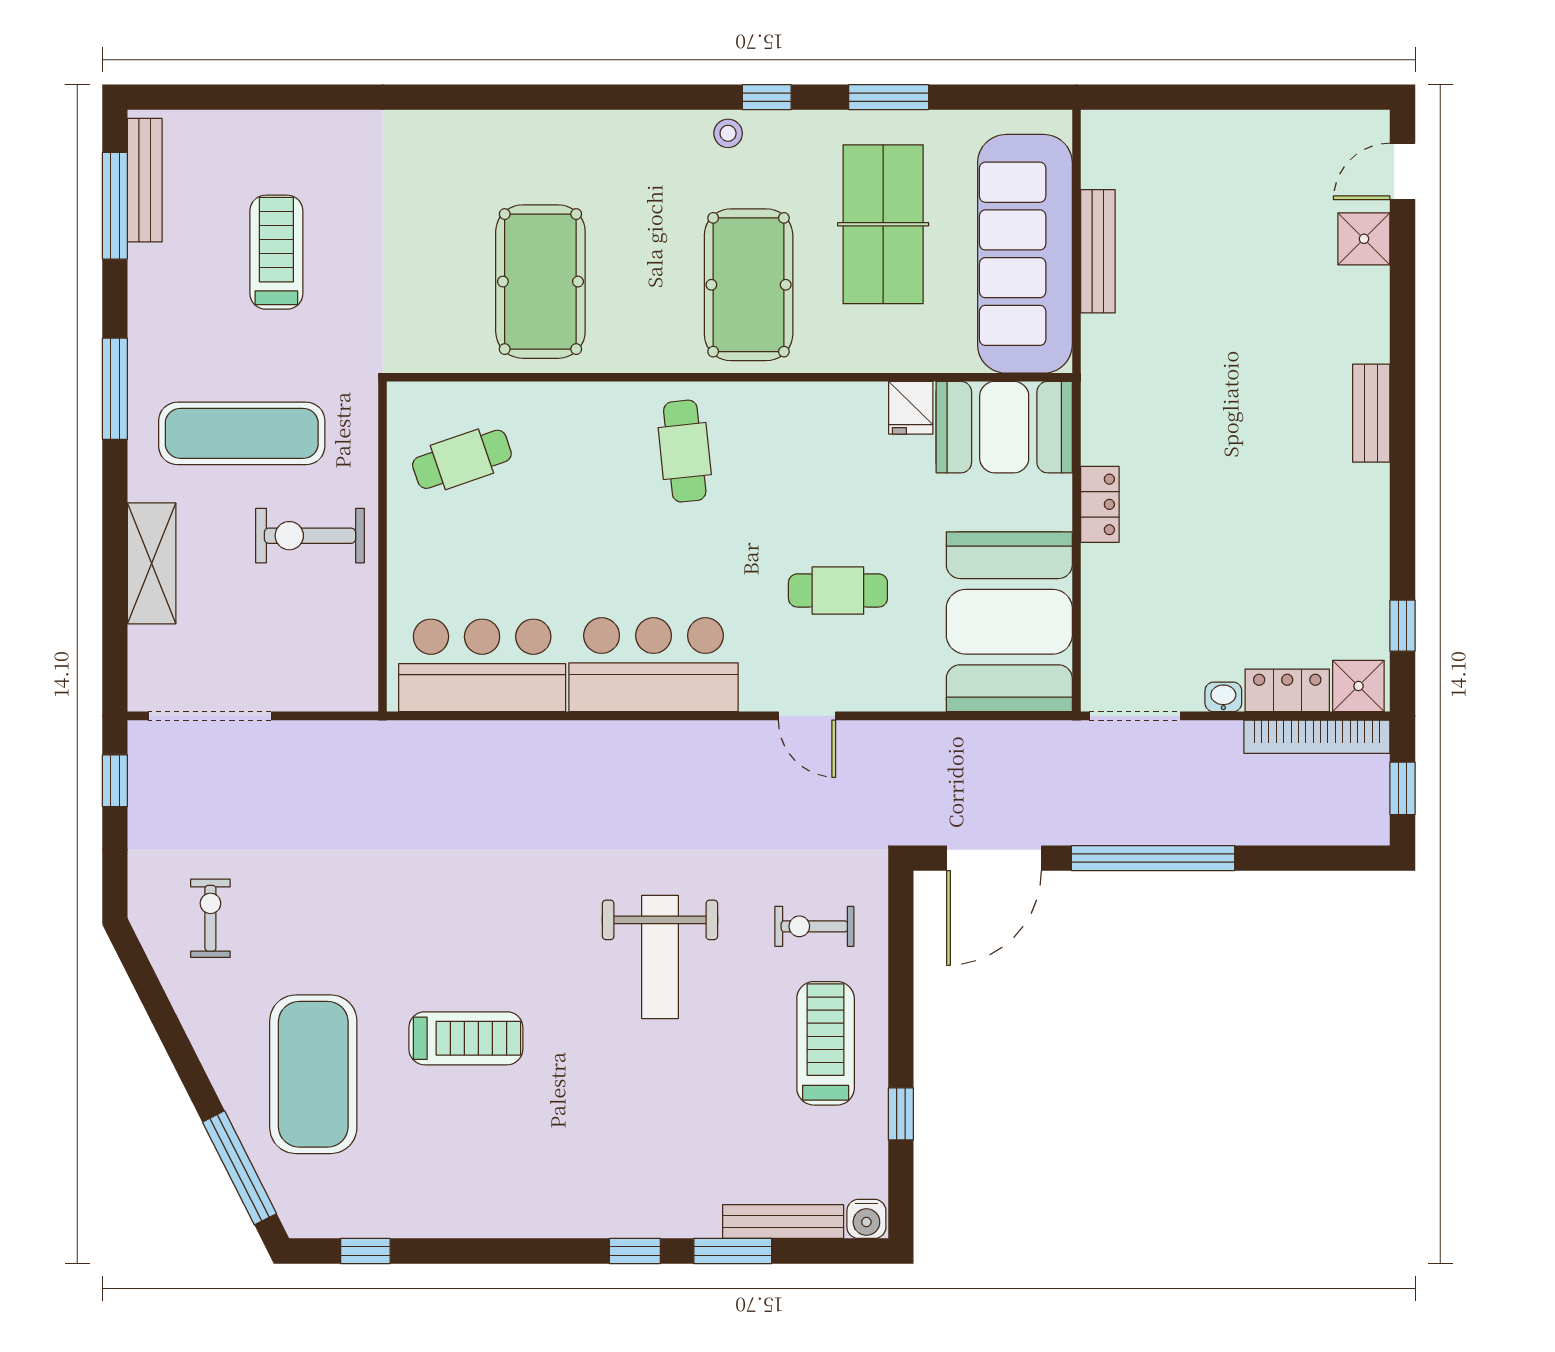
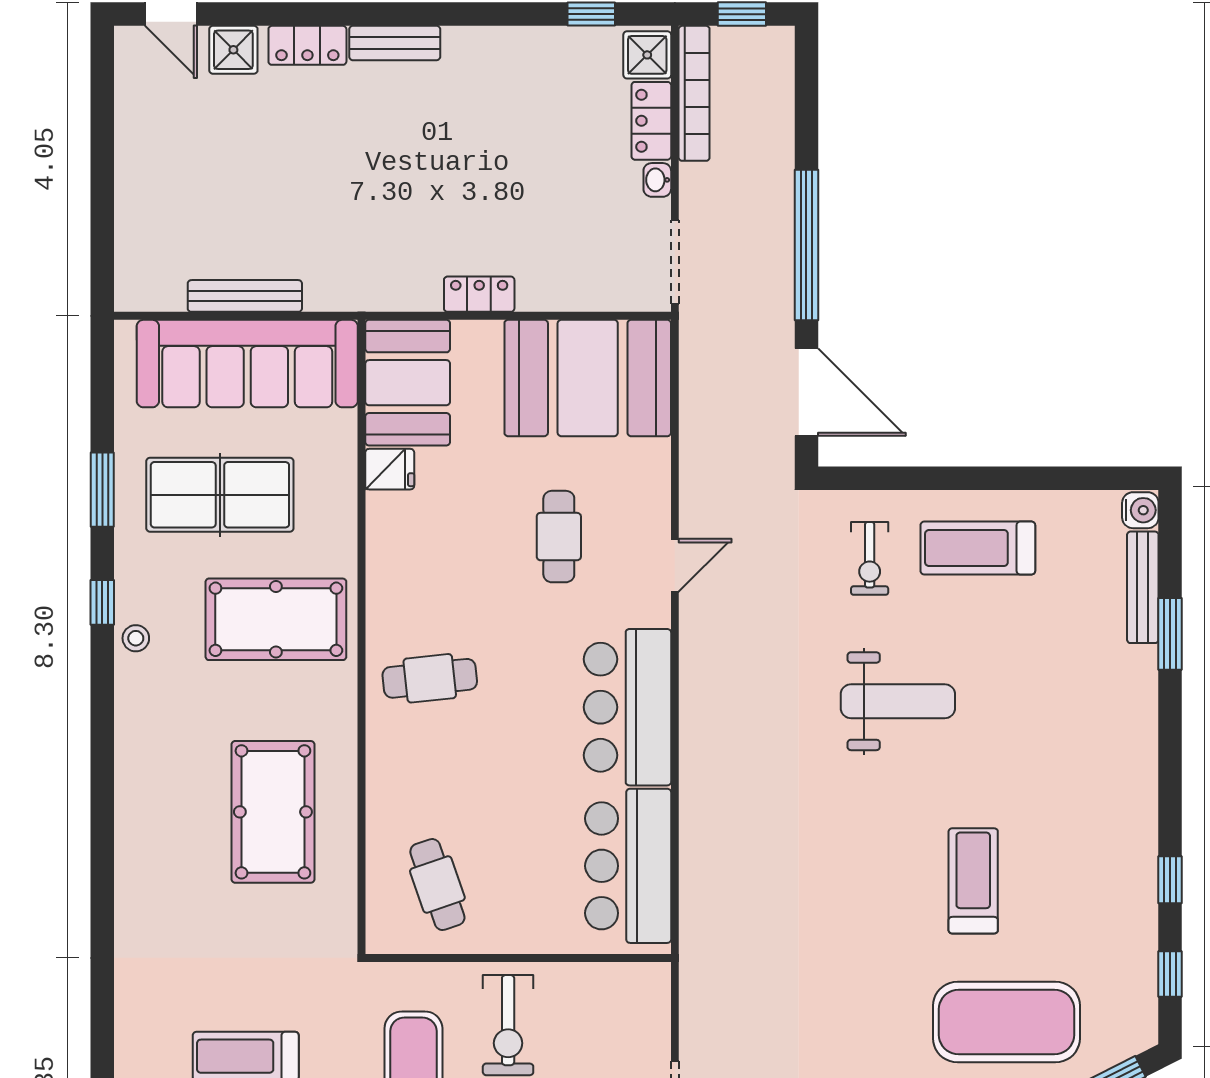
pool table: (540, 282) -> (273, 812), turned 90
locker: (1369, 319) -> (307, 45), added
window: (901, 1114) -> (1043, 478), removed
window: (635, 1251) -> (1170, 880), moved

